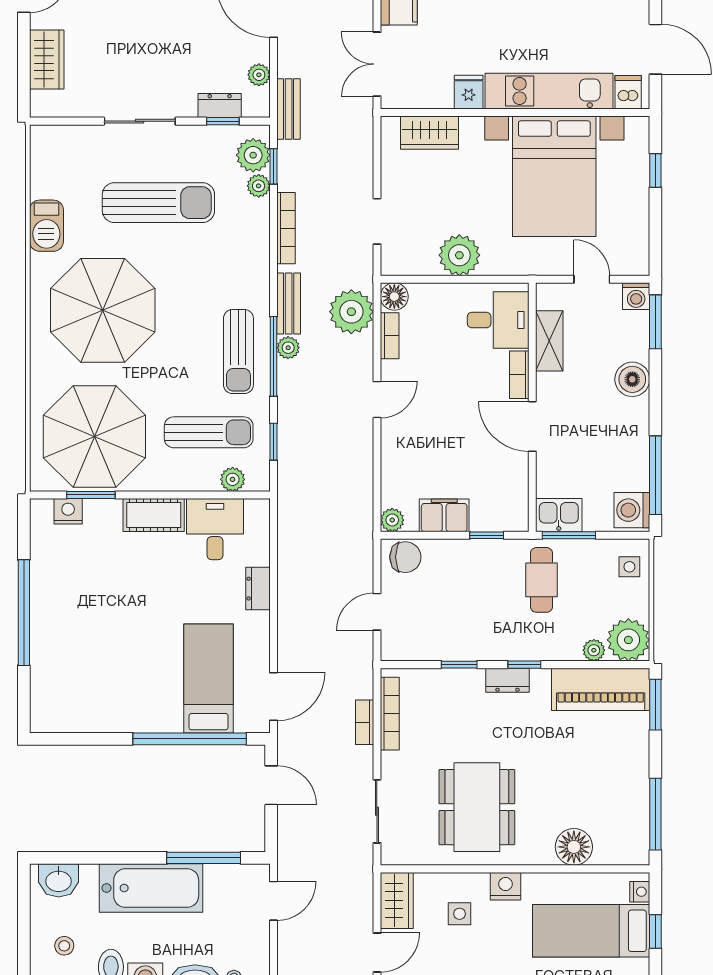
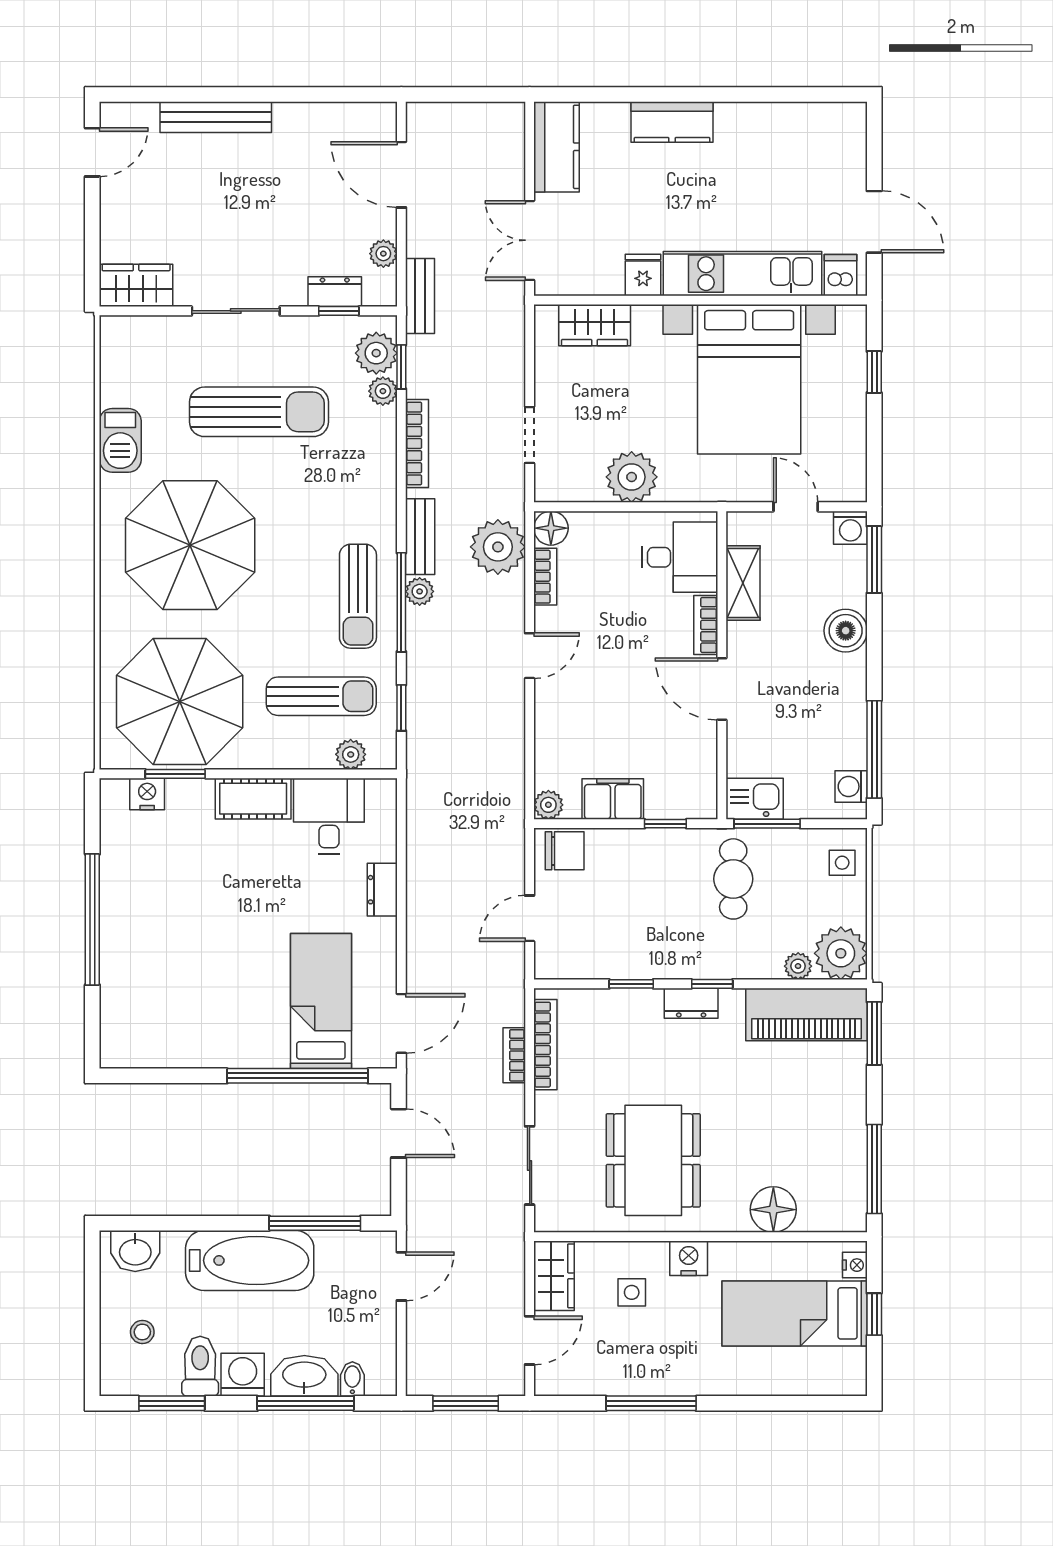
wardrobe: (47, 59) -> (136, 285), moved, turned -90
washing machine: (632, 510) -> (851, 787), width x0.73, depth x0.73

